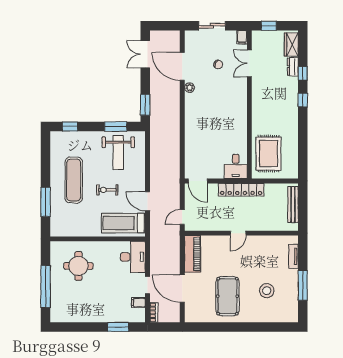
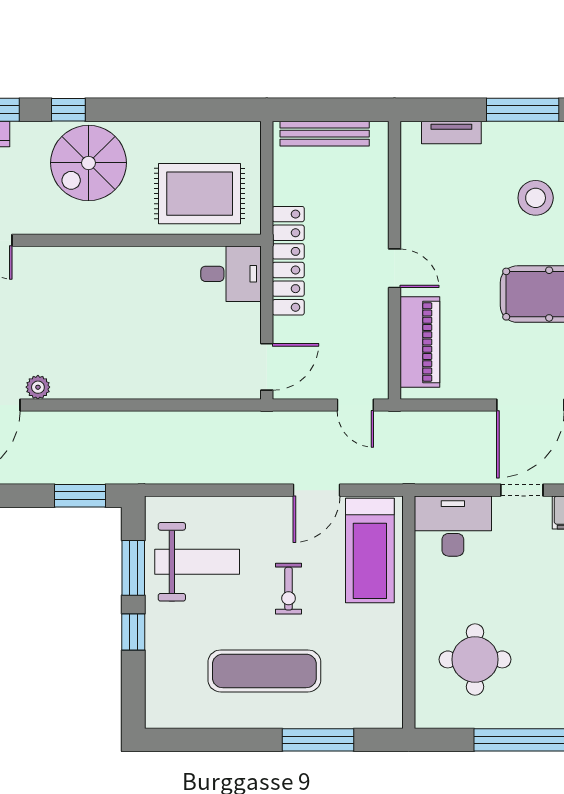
spiral stairs: (281, 108) -> (88, 163), added
window: (70, 127) -> (133, 632), moved
piano: (193, 254) -> (420, 342), moved, turned 90

